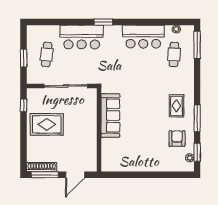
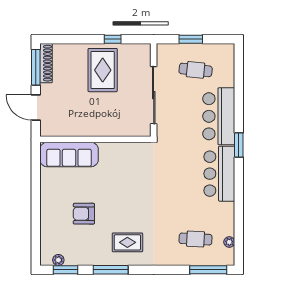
bar counter: (143, 37) -> (219, 174), moved
window: (24, 105) -> (113, 39), moved
sofa: (110, 116) -> (69, 155), moved
armchair: (177, 138) -> (84, 214), moved, turned 180

